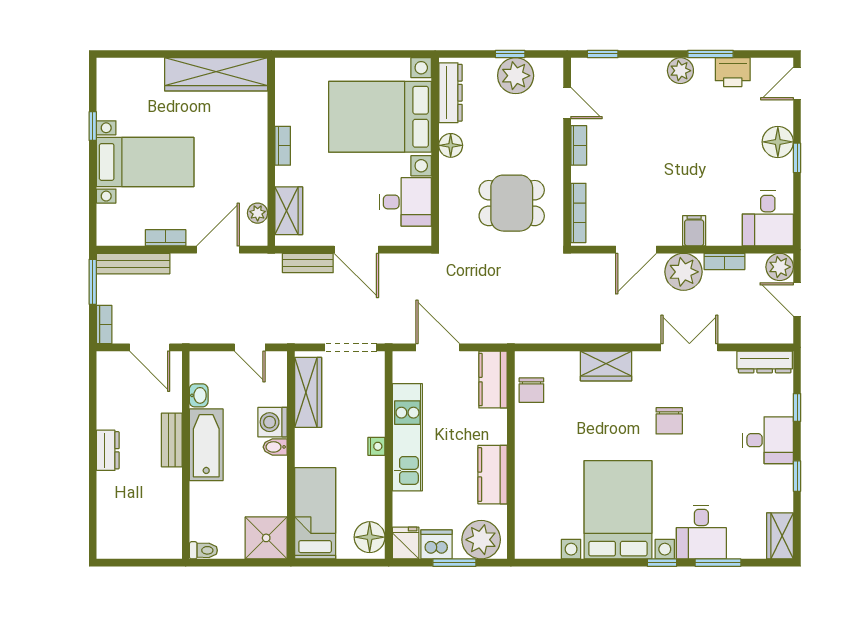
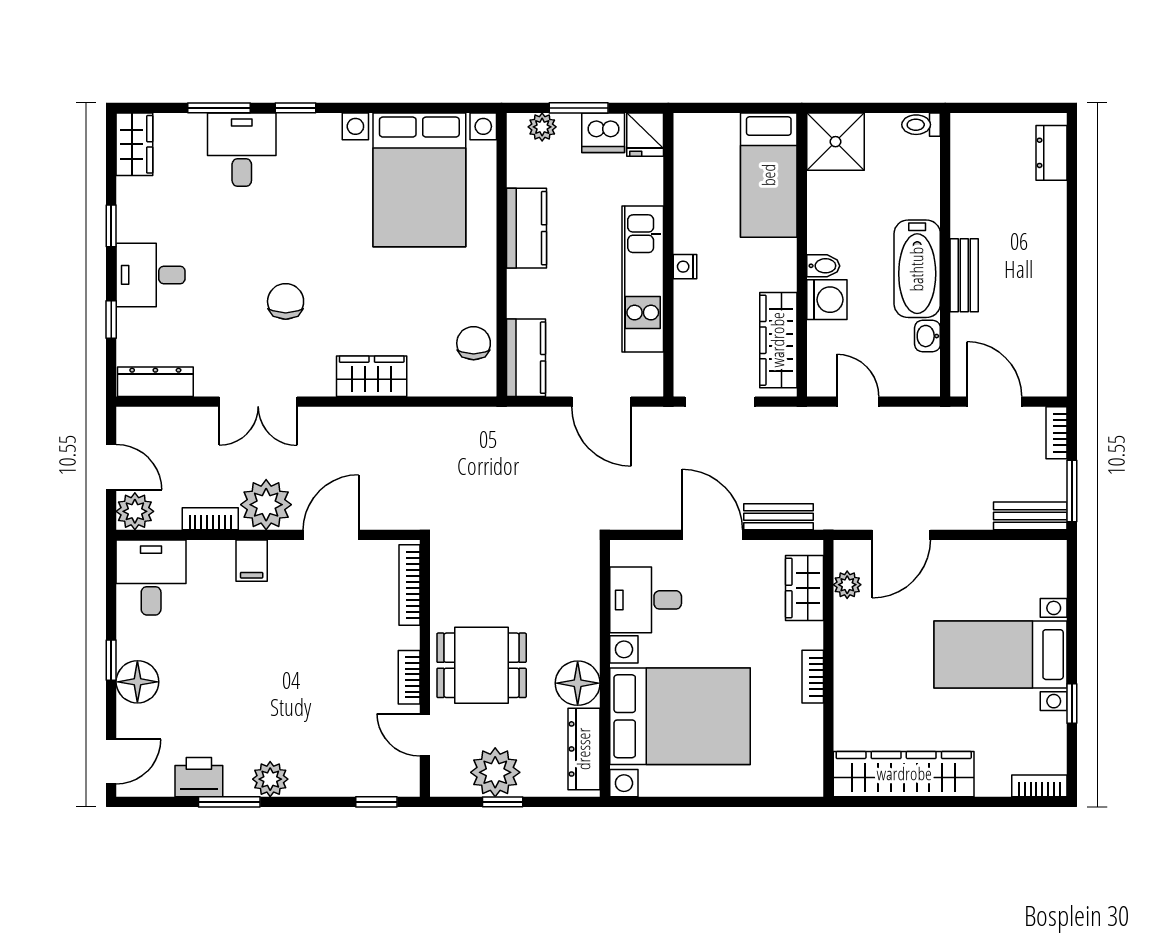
floor lamp: (451, 145) -> (578, 683), width x1.38, depth x1.38
dining table: (512, 203) -> (482, 665), moved
bookcase: (166, 238) -> (1039, 786), moved, turned 180
bench: (133, 264) -> (1030, 516), width x0.73
dresser: (108, 450) -> (1052, 153), moved
bed with nightstands: (618, 510) -> (419, 180), moved
floor lamp: (370, 537) -> (694, 143), removed
plant: (481, 540) -> (542, 127), width x0.53, depth x0.53

